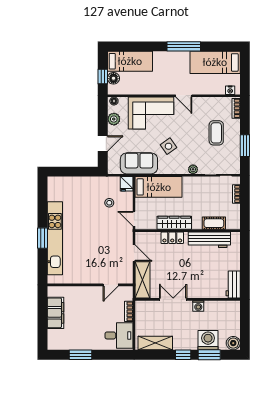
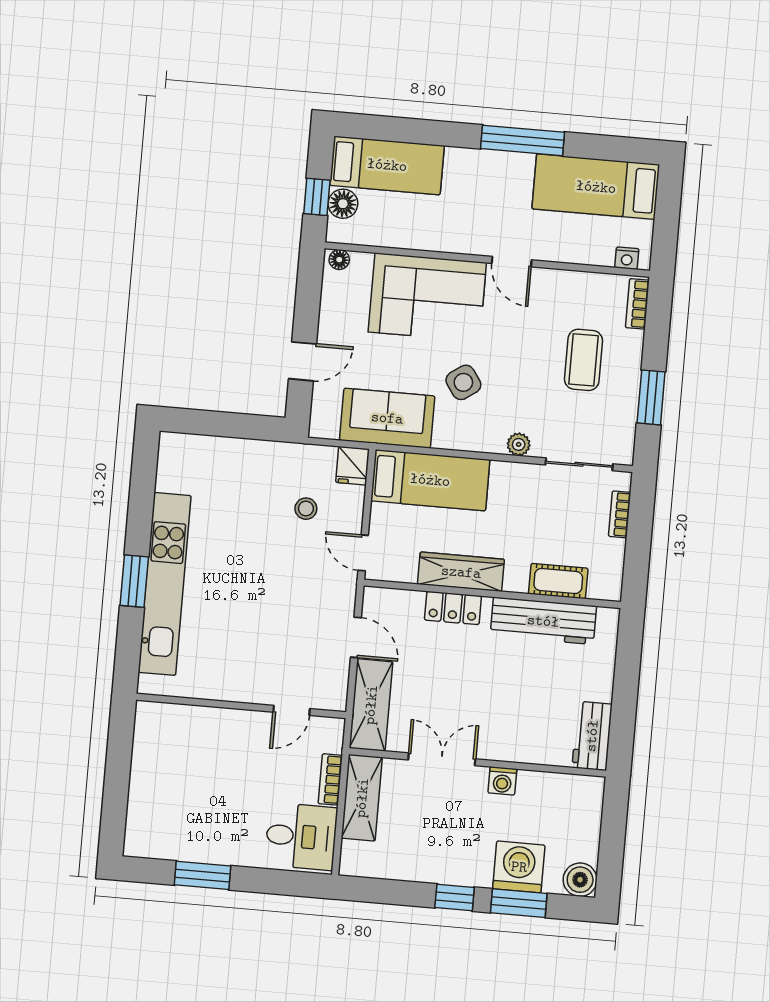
plant: (114, 119) -> (335, 304), removed
filing cabinet: (55, 313) -> (150, 767), removed
shelving: (155, 343) -> (362, 798), moved, turned 90

